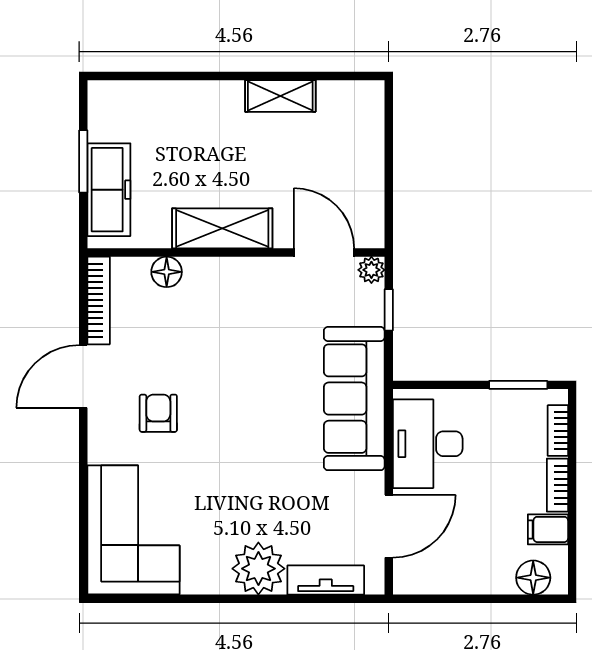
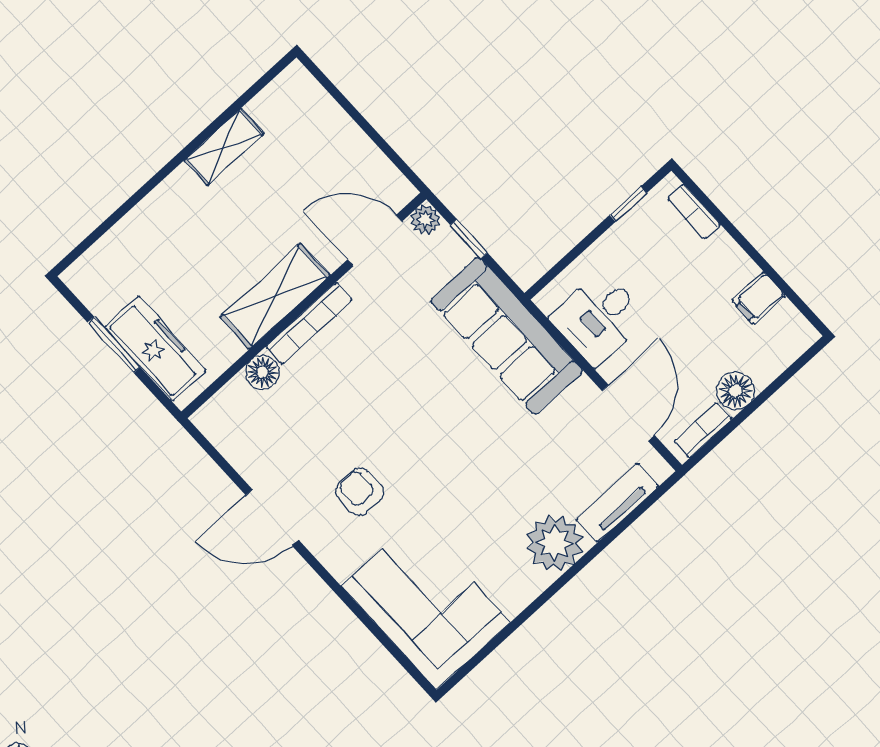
bookcase: (99, 300) -> (309, 323), moved, turned 90
door: (83, 376) -> (272, 518), hinge flipped
window: (518, 385) -> (628, 204), width x0.67
desk: (428, 444) -> (599, 318), width x0.73
bookcase: (557, 485) -> (703, 430), moved, turned 90
floor lamp: (533, 578) -> (736, 391), moved

